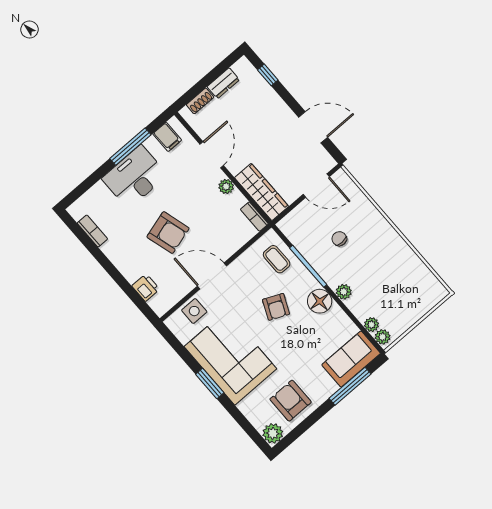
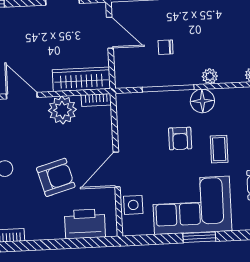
door: (316, 186) -> (110, 33), hinge flipped
plant: (226, 187) -> (62, 110), width x1.87, depth x1.87
coffee table: (277, 259) -> (219, 149), moved, turned 90
printer: (146, 288) -> (85, 224), width x1.87, depth x1.48
armchair: (276, 307) -> (180, 138), turned 66

